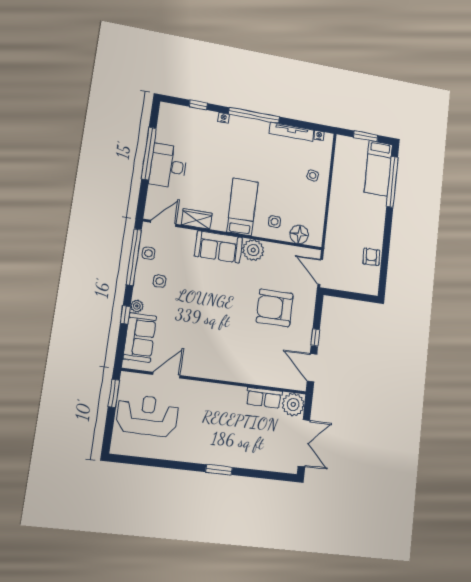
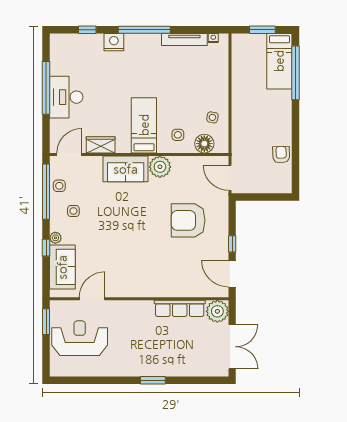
nightstand: (223, 118) -> (114, 42), width x1.89, depth x1.79
side table: (313, 176) -> (212, 117), moved
row of seats: (264, 398) -> (180, 308), width x1.48

